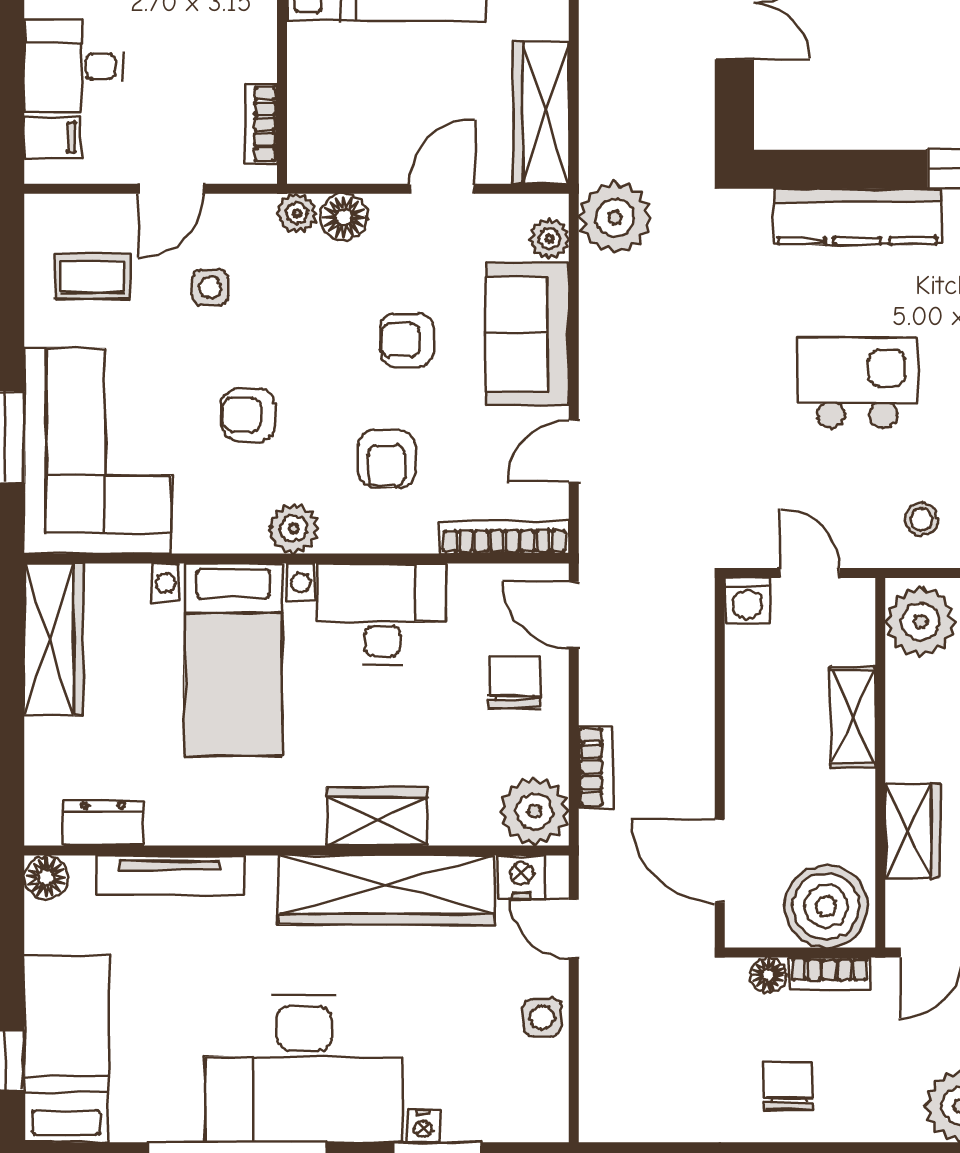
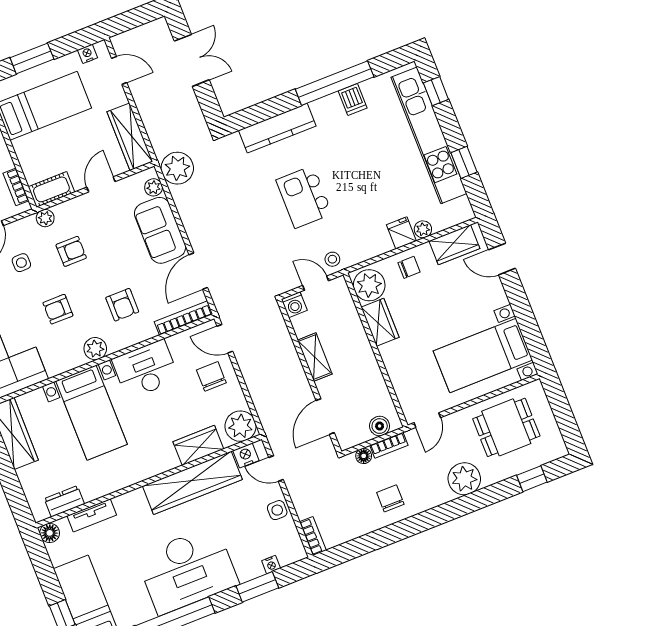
cot: (333, 158) -> (51, 189), added
floor lamp: (344, 217) -> (65, 212), removed
armchair: (407, 340) -> (71, 251), moved, turned 180
kitchen island: (857, 383) -> (304, 197), turned -90
door: (574, 451) -> (198, 271), width x1.38
stool: (921, 519) -> (332, 259), moved
shelving: (853, 717) -> (315, 357), moved
bookcase: (595, 767) -> (313, 536), moved
wardrobe: (377, 816) -> (198, 445), moved
wardrobe: (913, 831) -> (380, 322), moved
door: (720, 861) -> (325, 417), hinge flipped
tv unit: (170, 875) -> (92, 515), width x0.71
boiler: (826, 906) -> (380, 426), width x0.54, depth x0.54
nightstand: (424, 1126) -> (271, 565), moved

